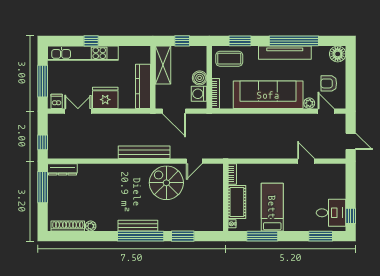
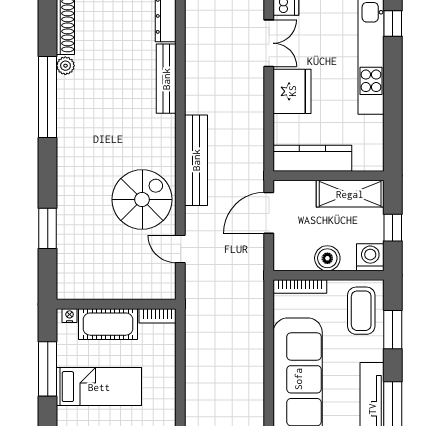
window: (91, 41) -> (393, 24), moved
washing machine: (199, 94) -> (370, 257), moved
bench: (138, 226) -> (166, 79), moved
window: (141, 236) -> (48, 97), moved

